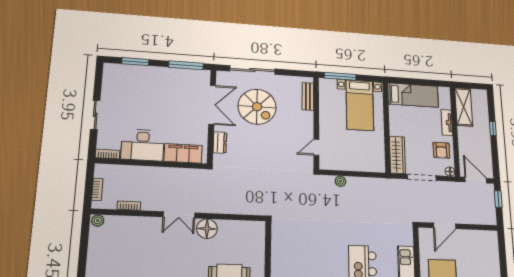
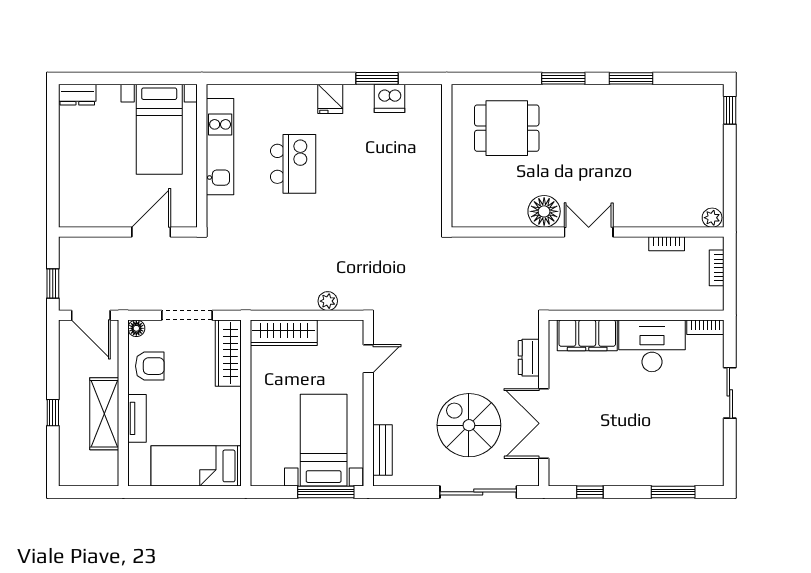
window: (186, 65) -> (590, 492), width x0.46
bed with nightstands: (360, 105) -> (324, 440), moved
shelving: (464, 107) -> (104, 414), moved
armchair: (441, 150) -> (150, 366), turned 90
wardrobe: (366, 165) -> (284, 333), added

